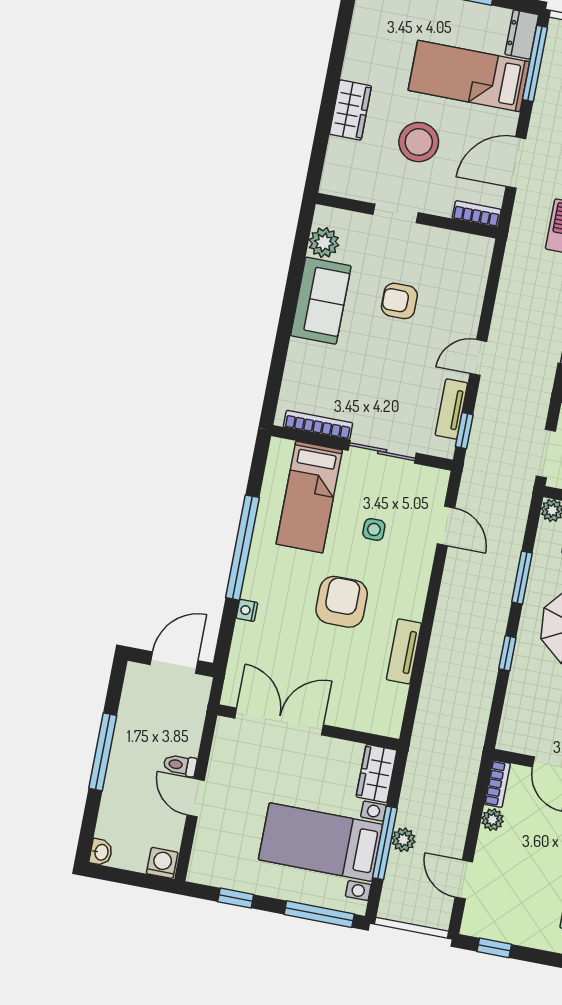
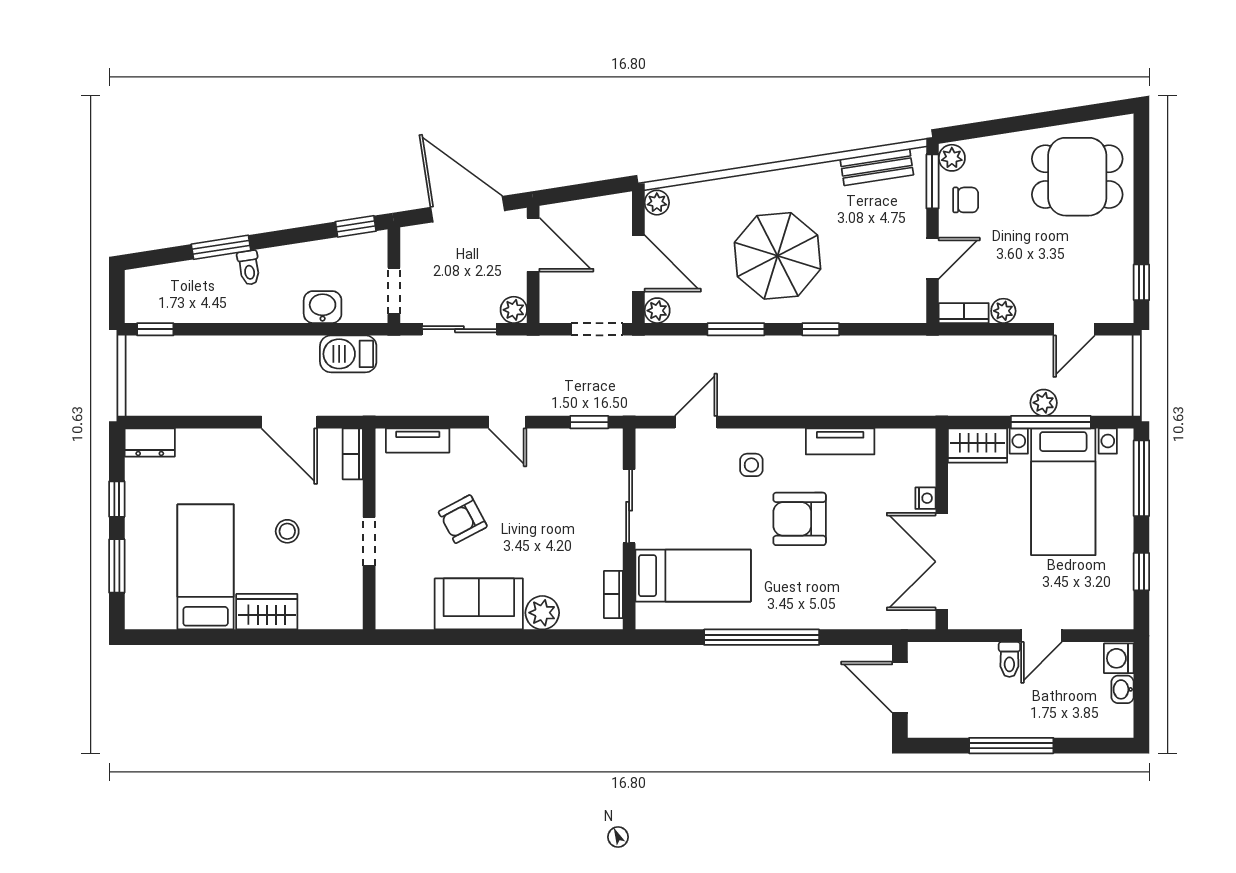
window: (535, 63) -> (178, 422), removed
bed: (469, 76) -> (206, 567), moved, turned 180
stool: (419, 142) -> (287, 531), width x0.53, depth x0.53
plant: (324, 243) -> (542, 613), moved
armchair: (399, 301) -> (463, 519), turned 62
tv unit: (451, 409) -> (418, 440), moved
bookcase: (318, 425) -> (613, 594), width x0.64
side table: (374, 529) -> (751, 465), moved
nightstand: (247, 610) -> (925, 498), moved, turned -90
washbasin: (101, 852) -> (1123, 689), moved, turned -90

